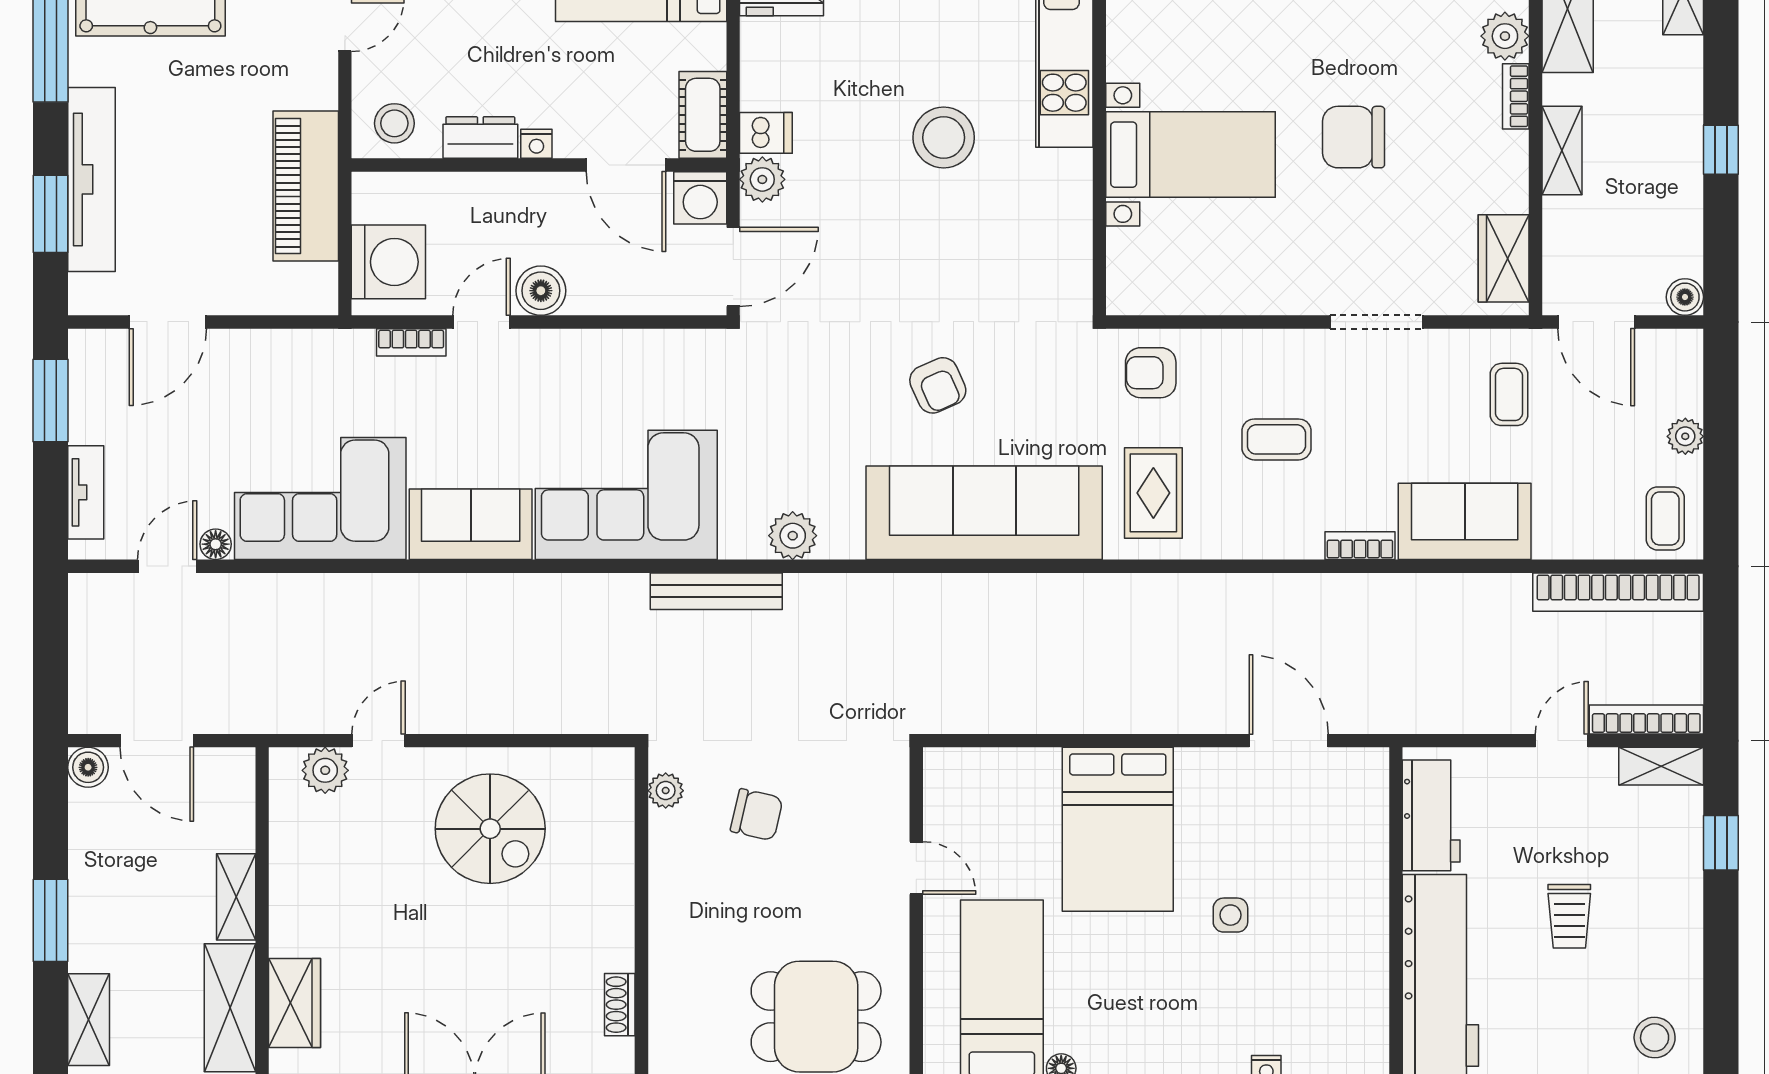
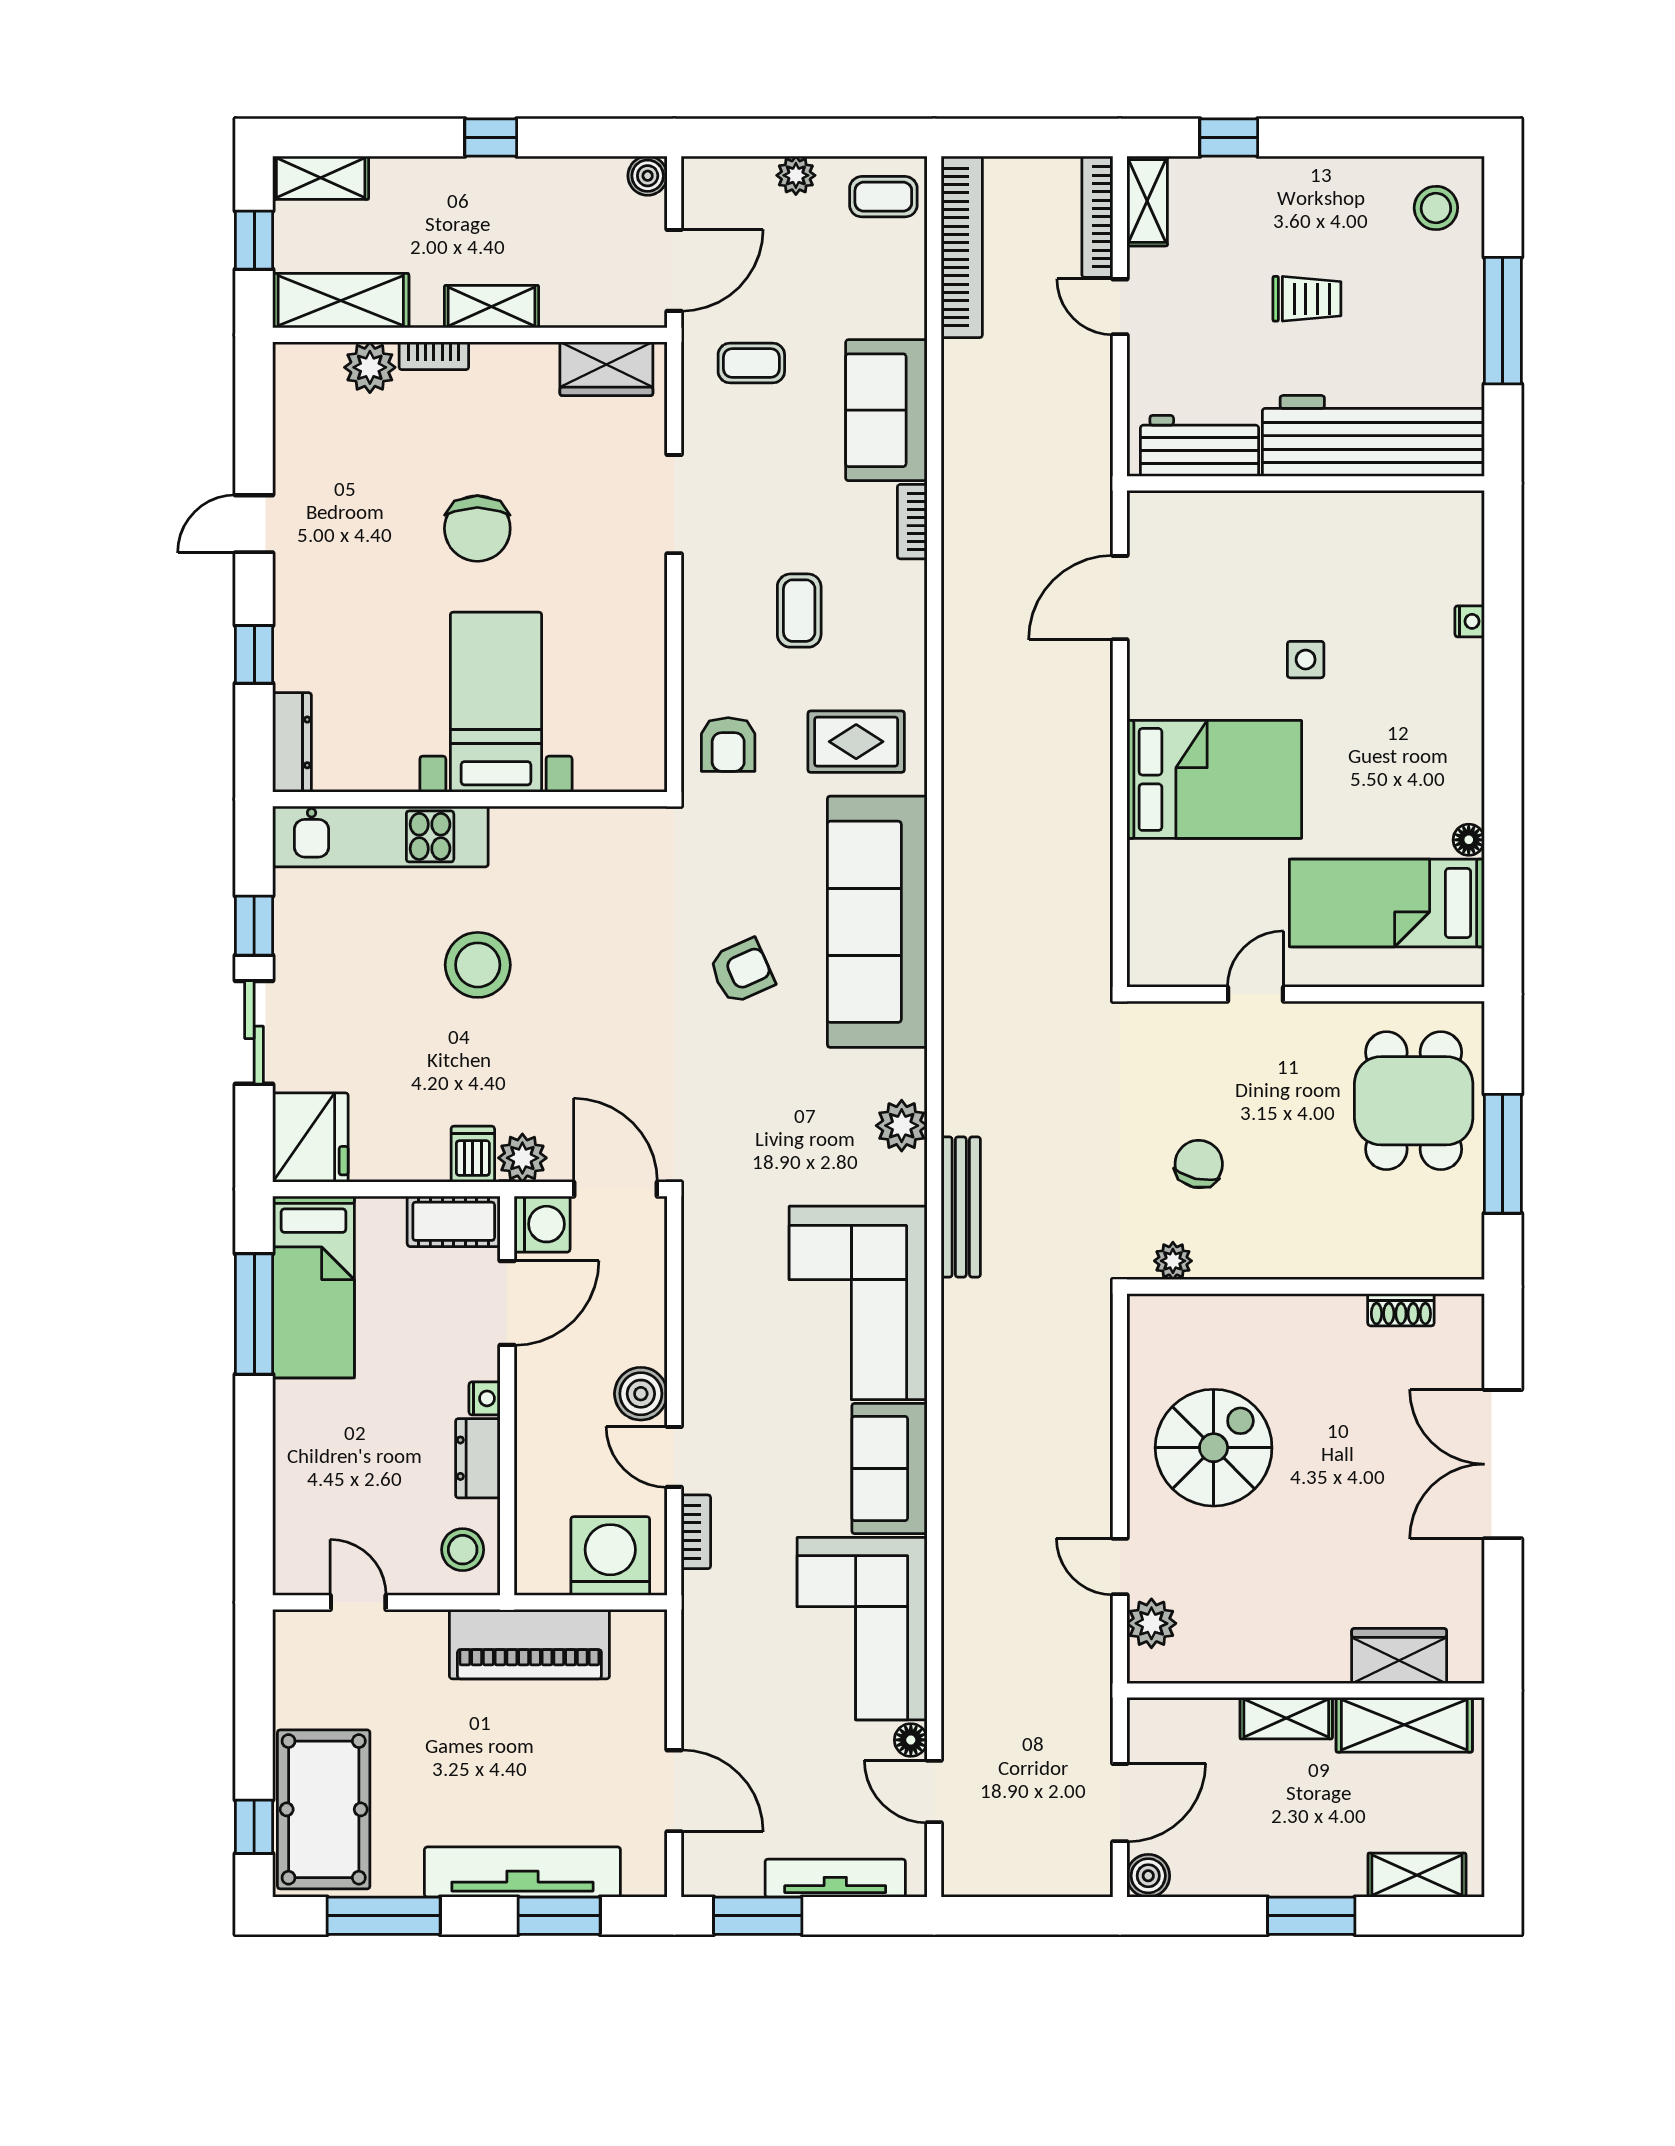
tv unit: (86, 492) -> (835, 1878), width x1.41

